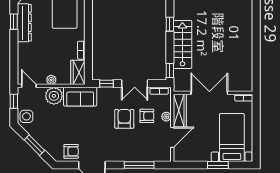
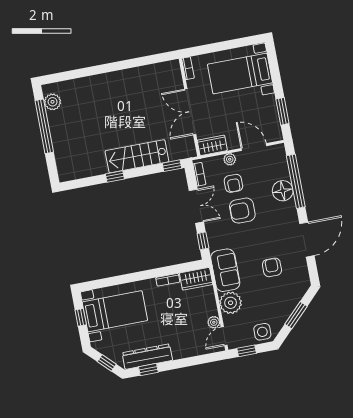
plant: (51, 80) -> (214, 322), moved
wardrobe: (180, 111) -> (212, 145), width x0.67
armchair: (147, 116) -> (233, 183), turned 180
armchair: (71, 151) -> (272, 267), moved
floor lamp: (134, 153) -> (283, 191), added
window: (139, 165) -> (296, 181), width x1.46
window: (218, 165) -> (282, 111), moved

